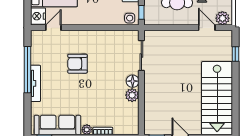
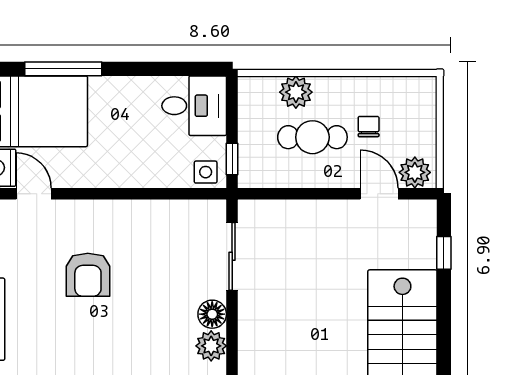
door: (53, 28) -> (34, 194), hinge flipped
armchair: (77, 64) -> (88, 275), turned -90

